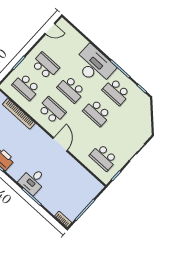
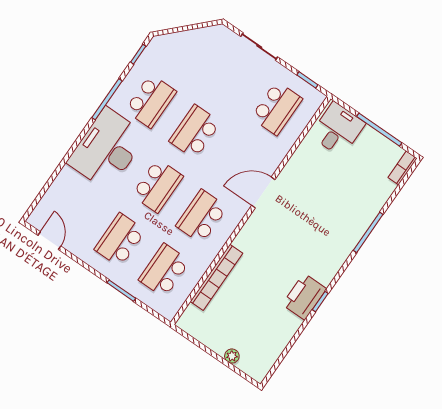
school desk: (26, 87) -> (164, 271), turned 180
school desk: (97, 113) -> (195, 132), turned 180
desk: (33, 181) -> (338, 129), moved, turned -90

